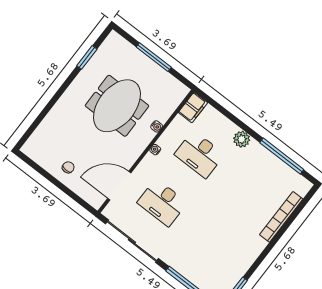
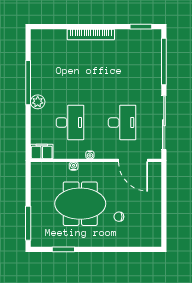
window: (154, 57) -> (28, 223), moved
window: (282, 156) -> (28, 83), moved
chair: (68, 167) -> (119, 217), moved
bookcase: (281, 217) -> (91, 35), moved

